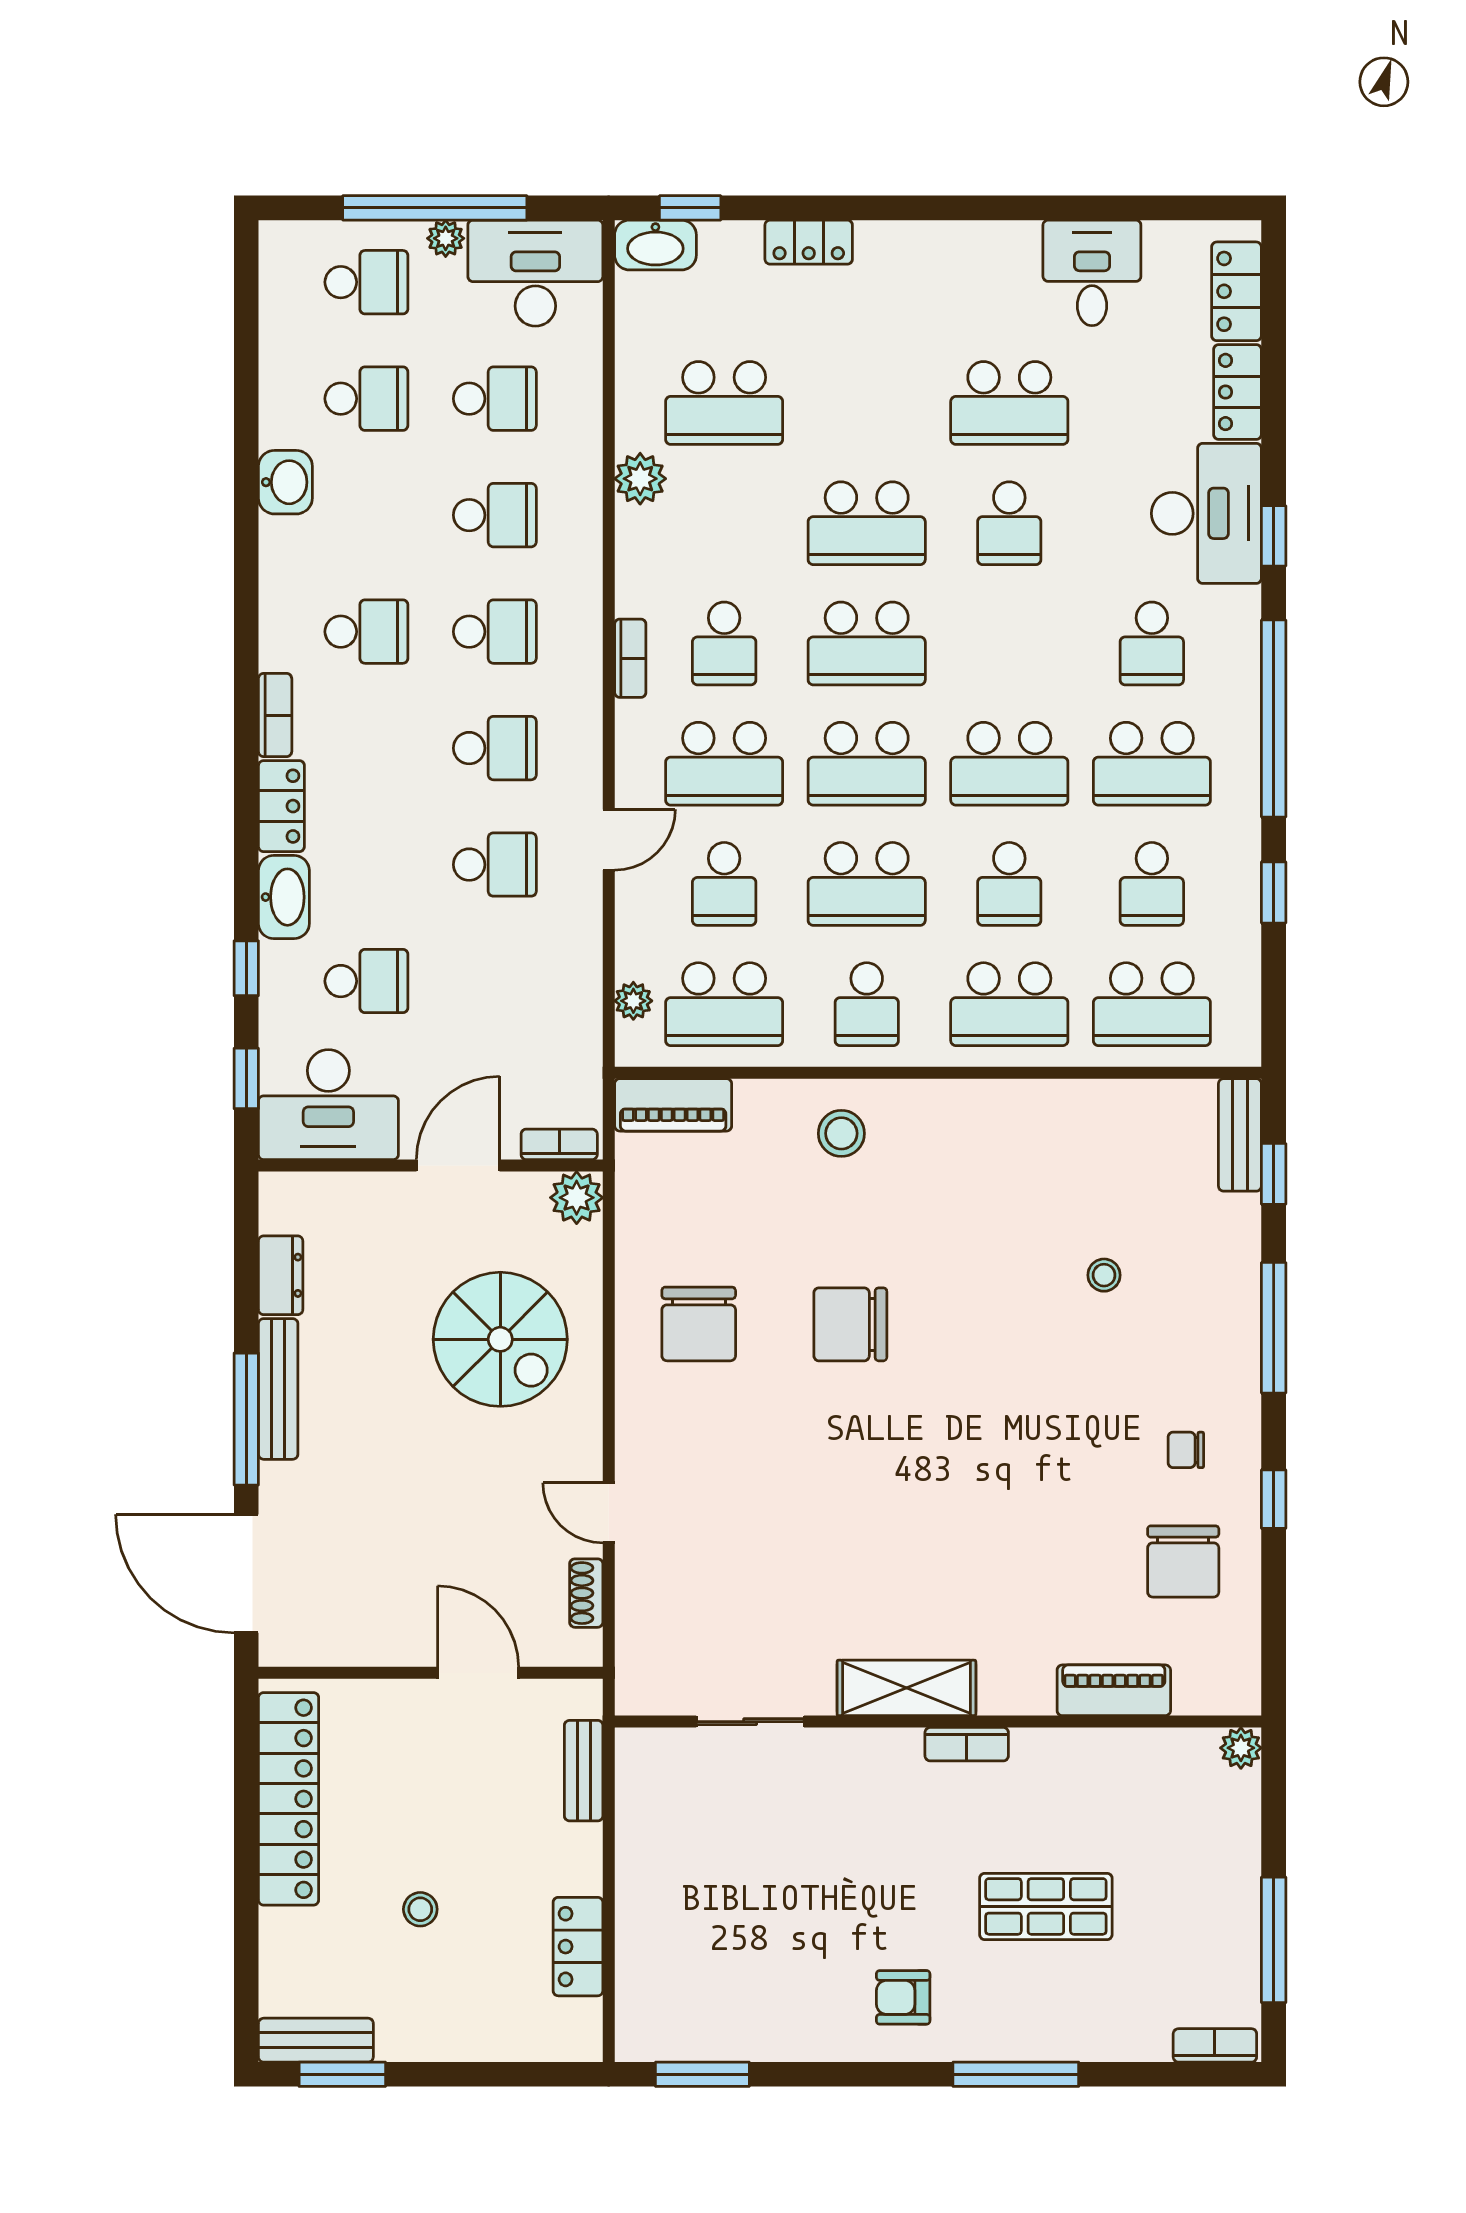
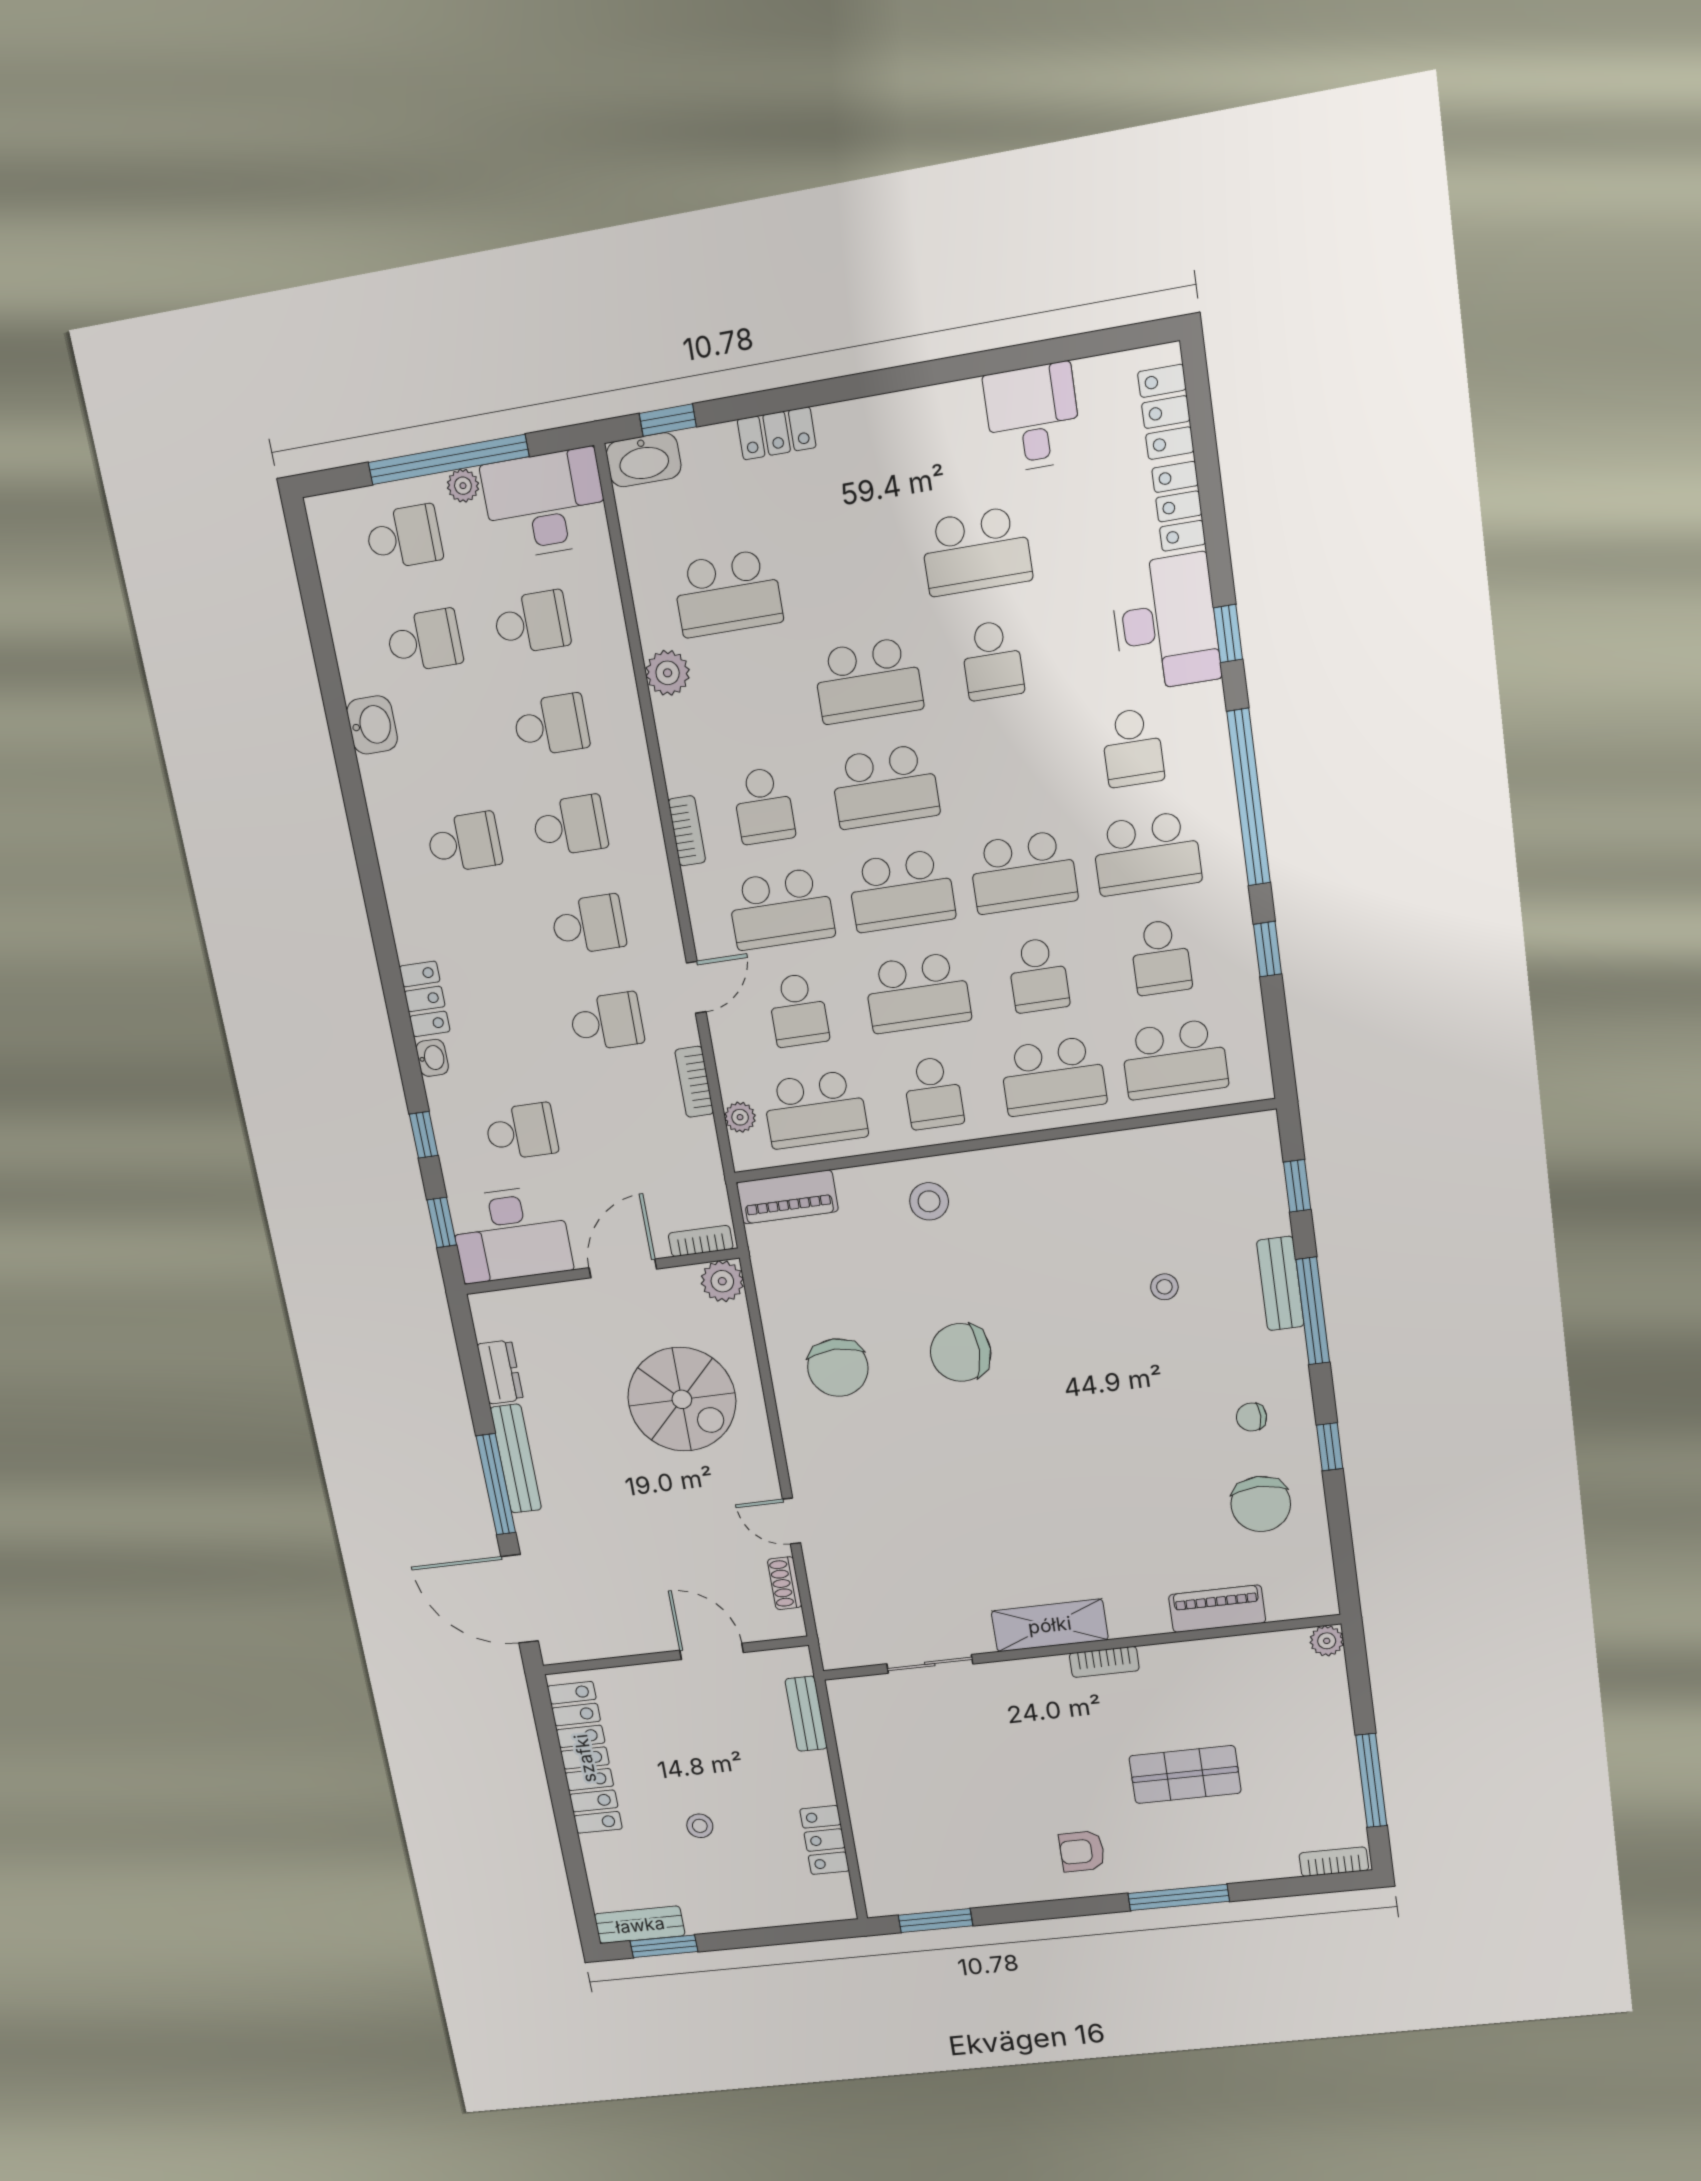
bookcase: (275, 715) -> (694, 1082), moved, turned 180
washbasin: (284, 897) -> (432, 1058), width x0.52, depth x0.69
bench: (1240, 1135) -> (1280, 1283), moved

